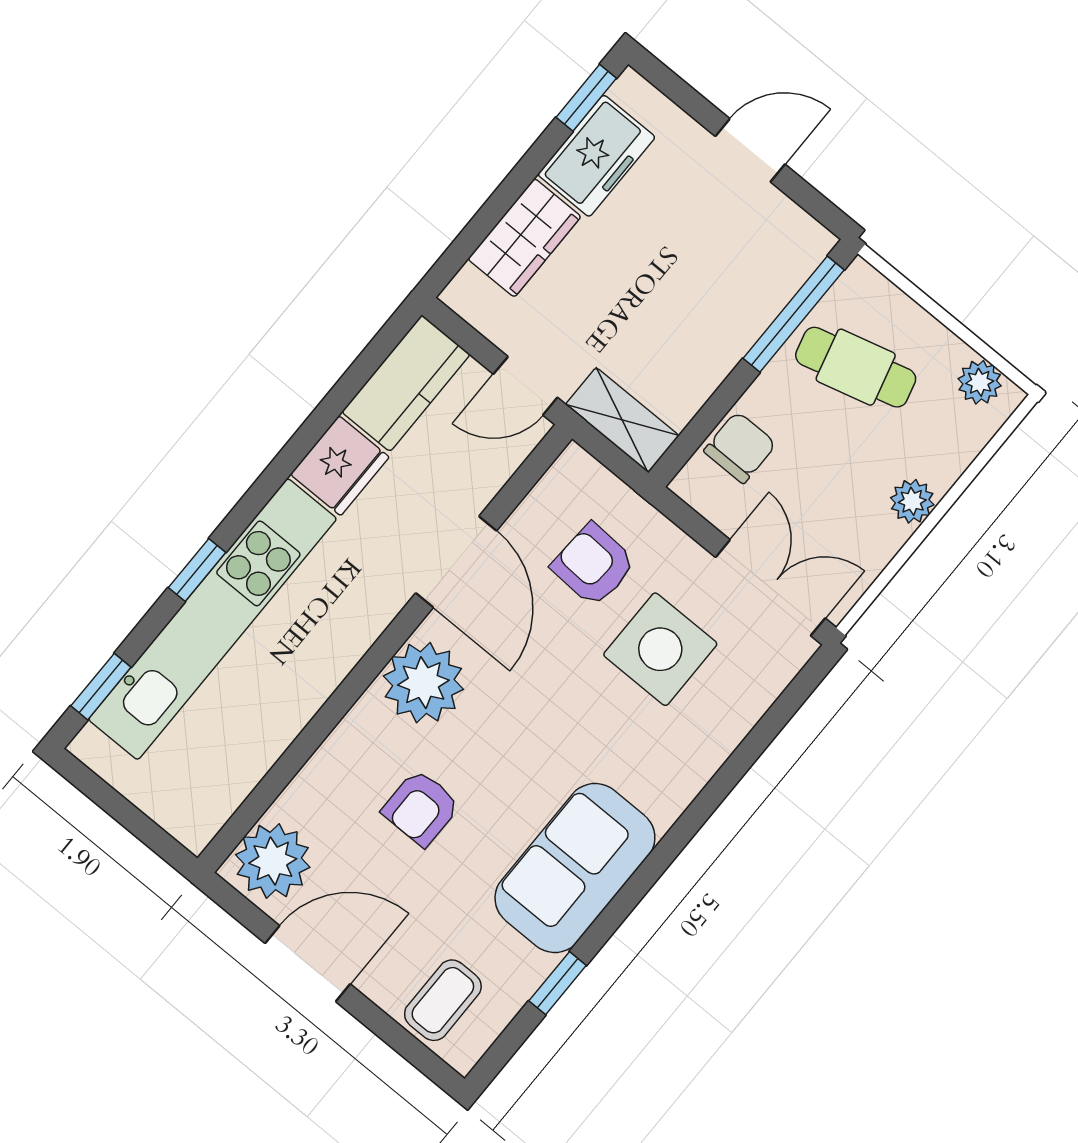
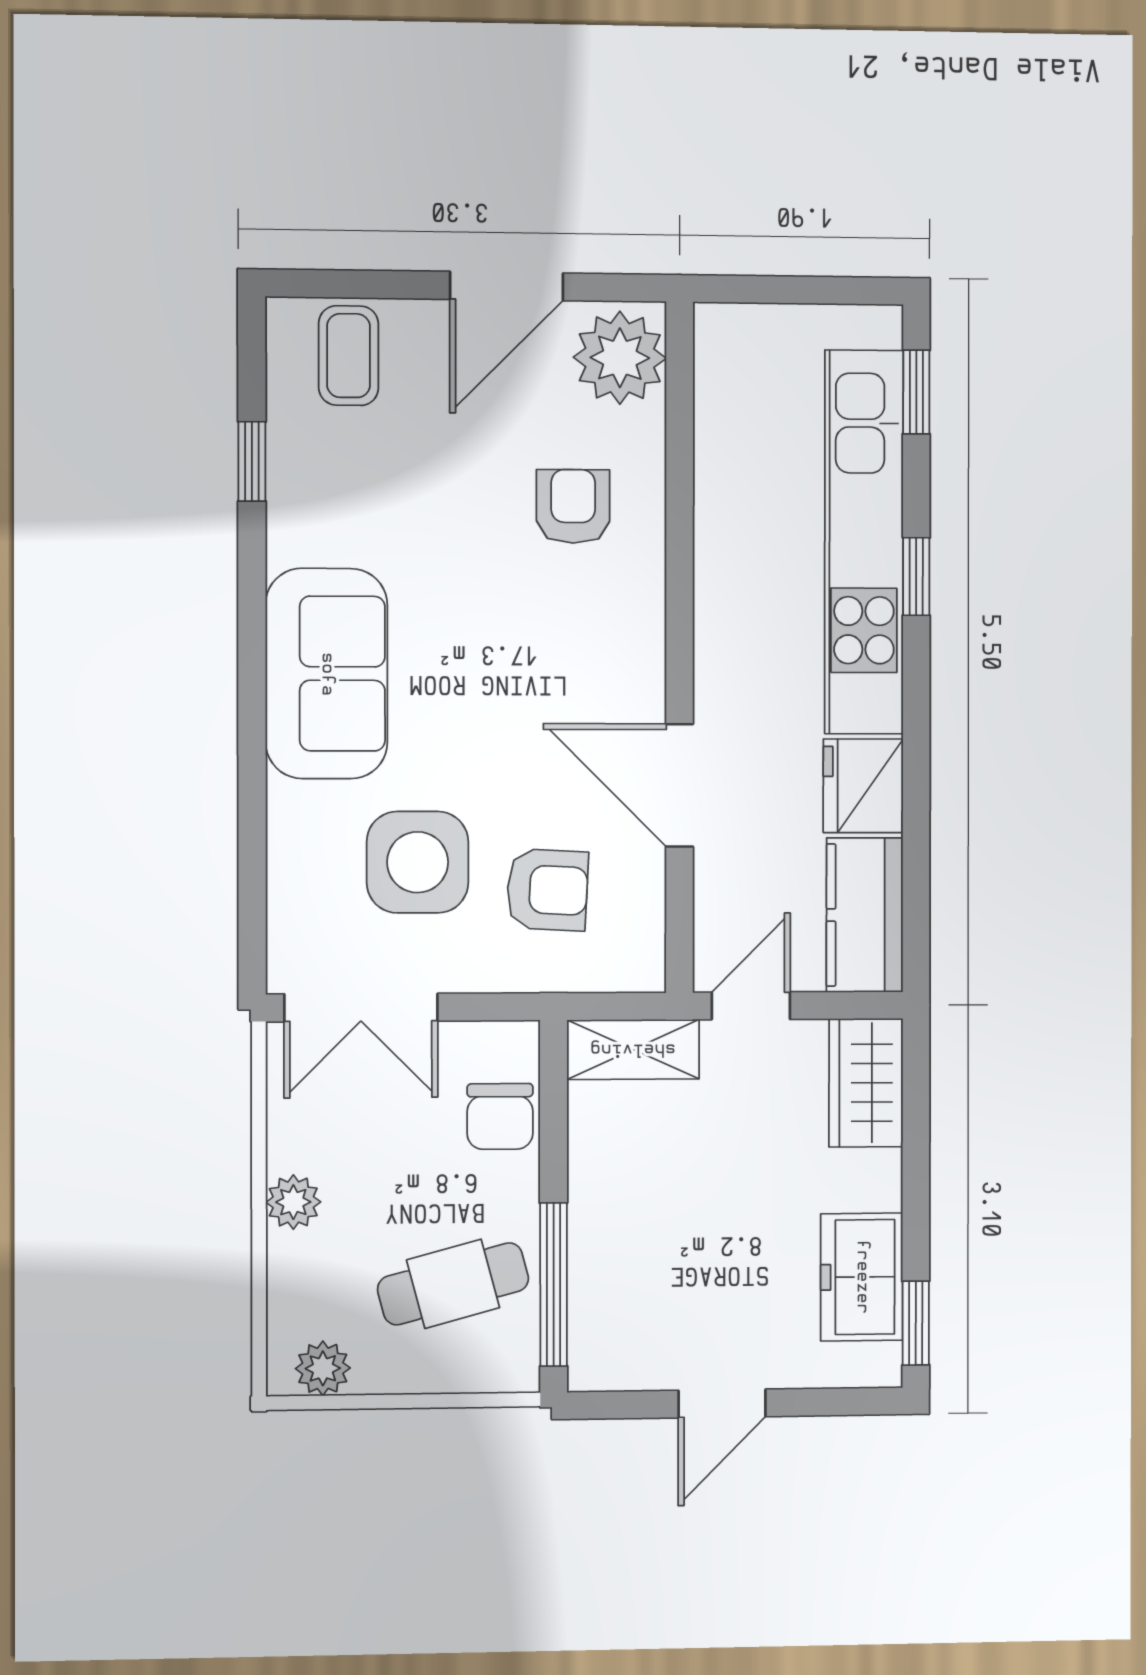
wardrobe: (524, 238) -> (866, 1083), moved
plant: (423, 683) -> (616, 645), removed
armchair: (421, 808) -> (573, 506), moved
sofa: (575, 868) -> (327, 674), moved

